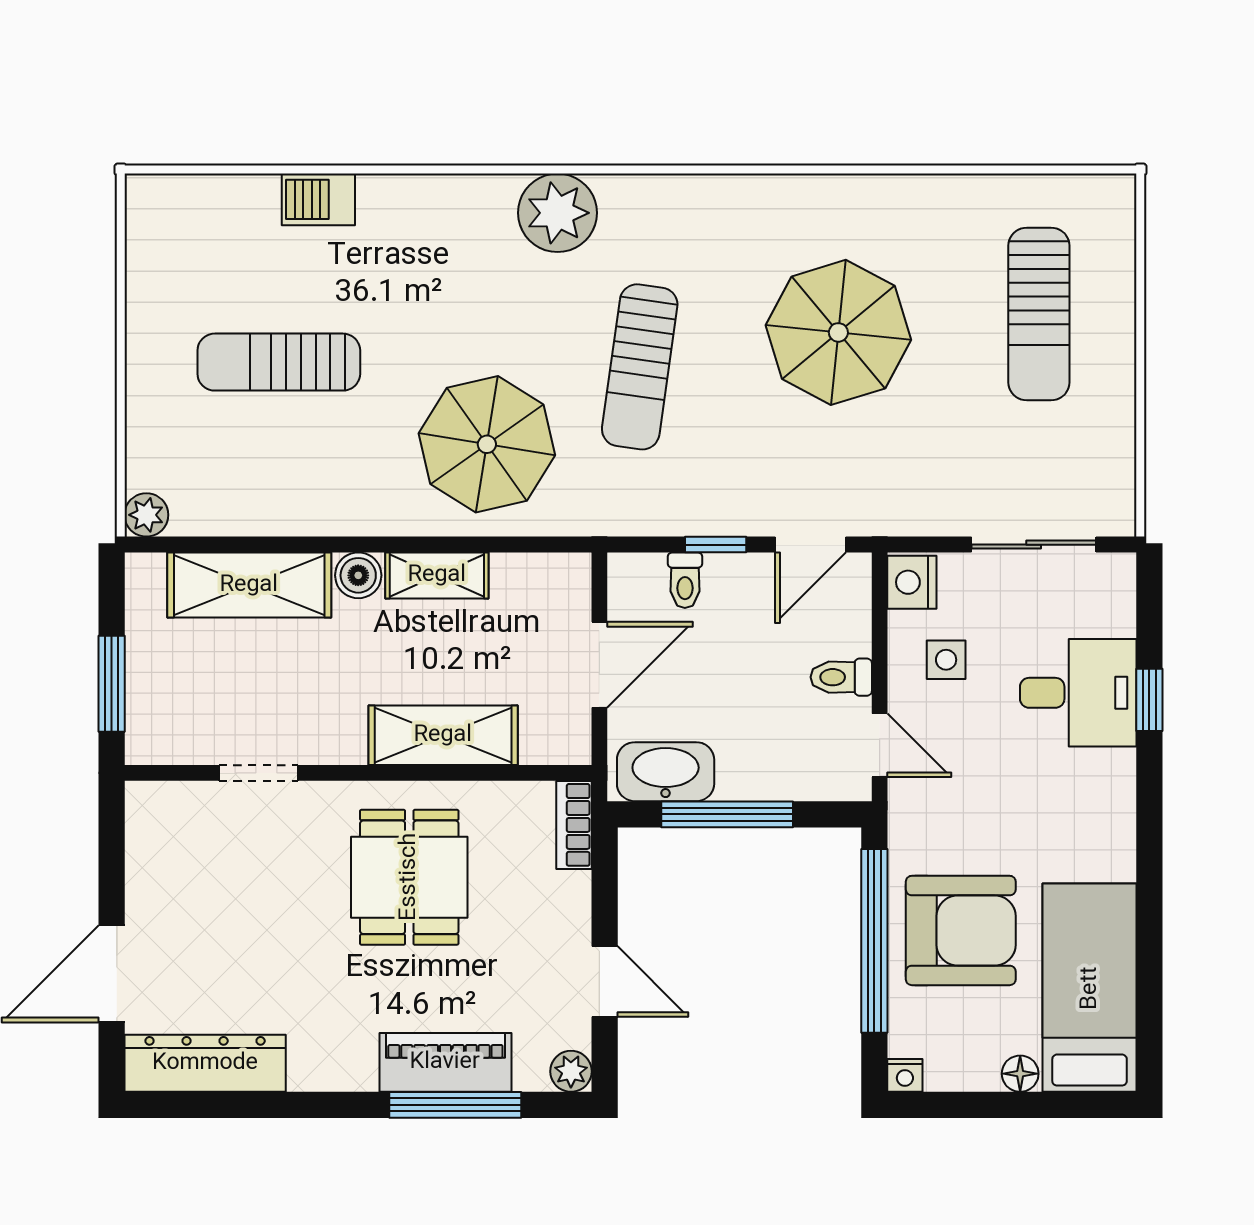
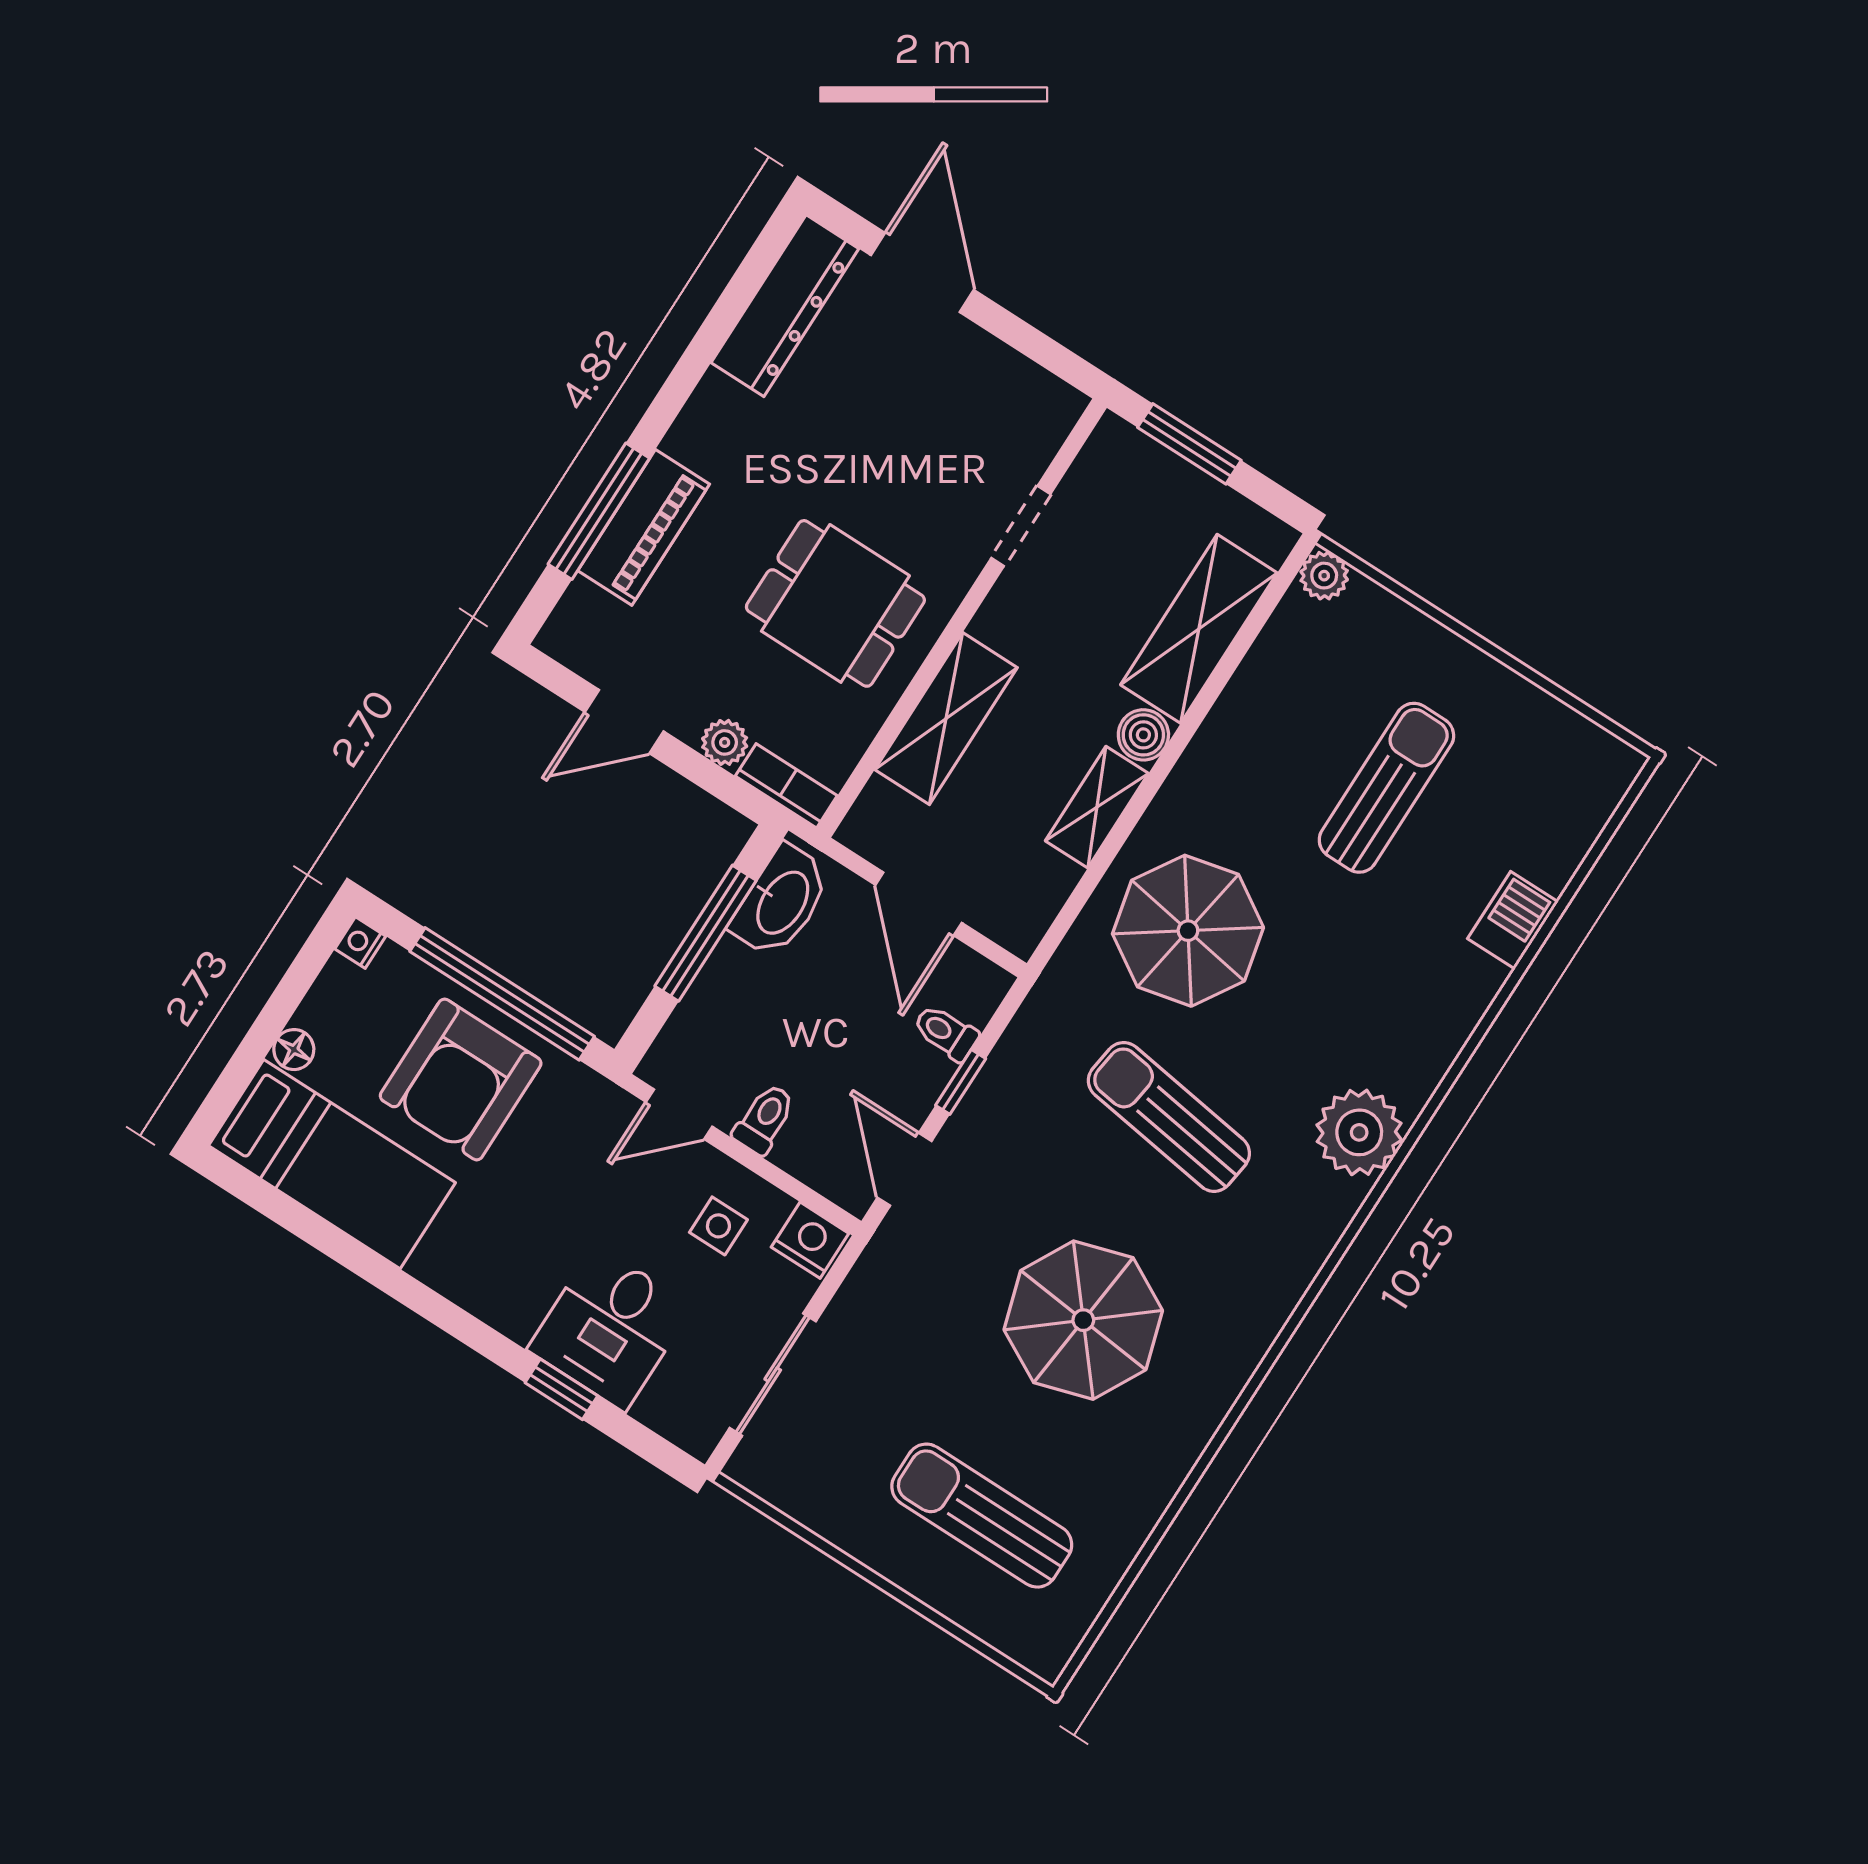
plant: (571, 1071) -> (725, 742), moved

